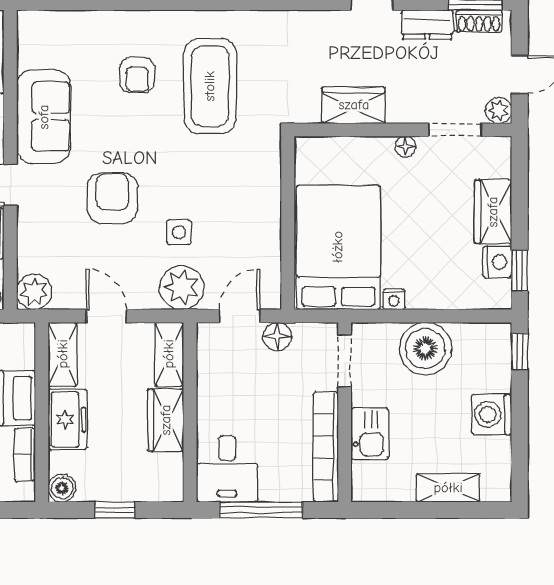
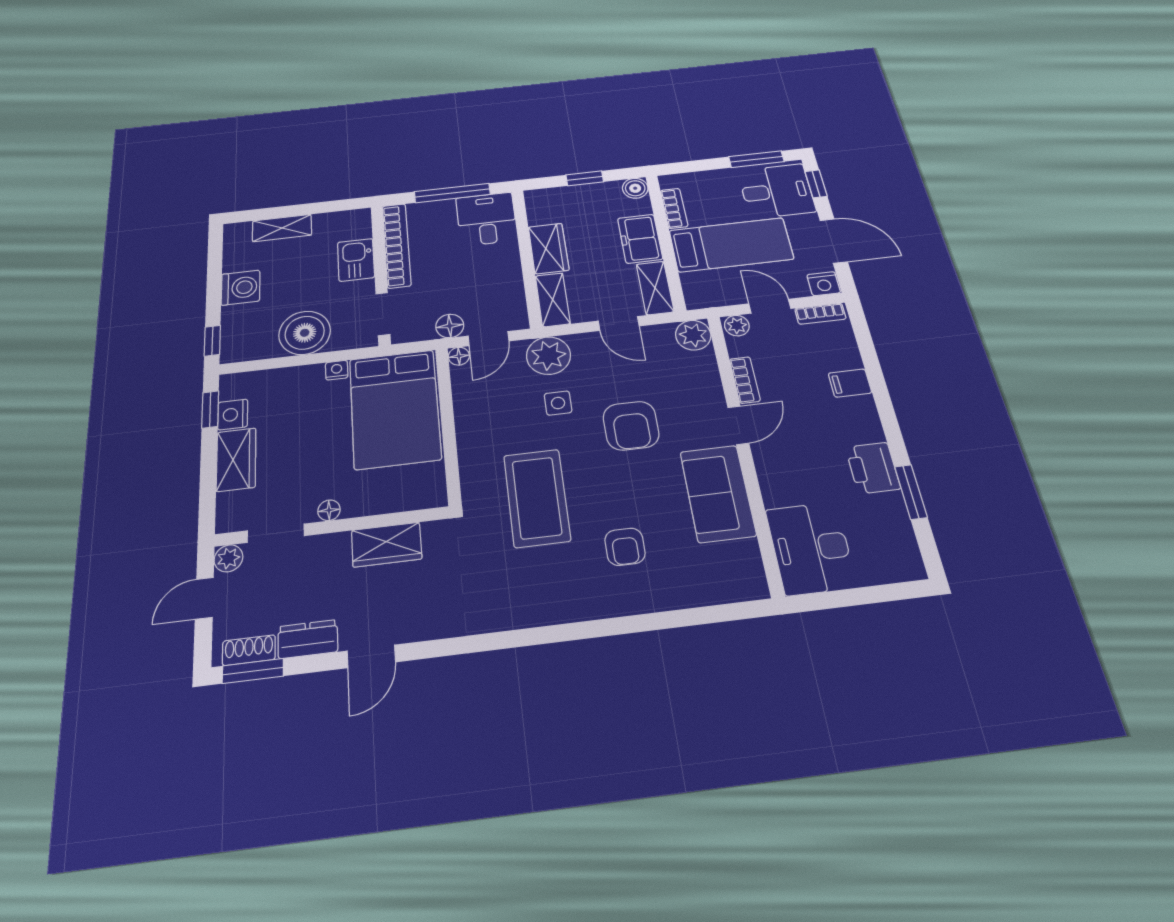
armchair: (137, 75) -> (625, 547), turned 180
coffee table: (210, 86) -> (537, 498), moved
floor lamp: (271, 299) -> (459, 356), added

